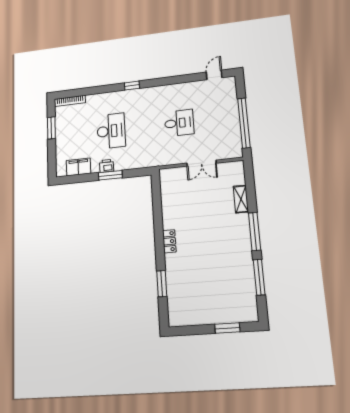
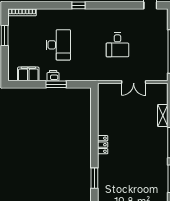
desk: (179, 123) -> (117, 45), turned 90

